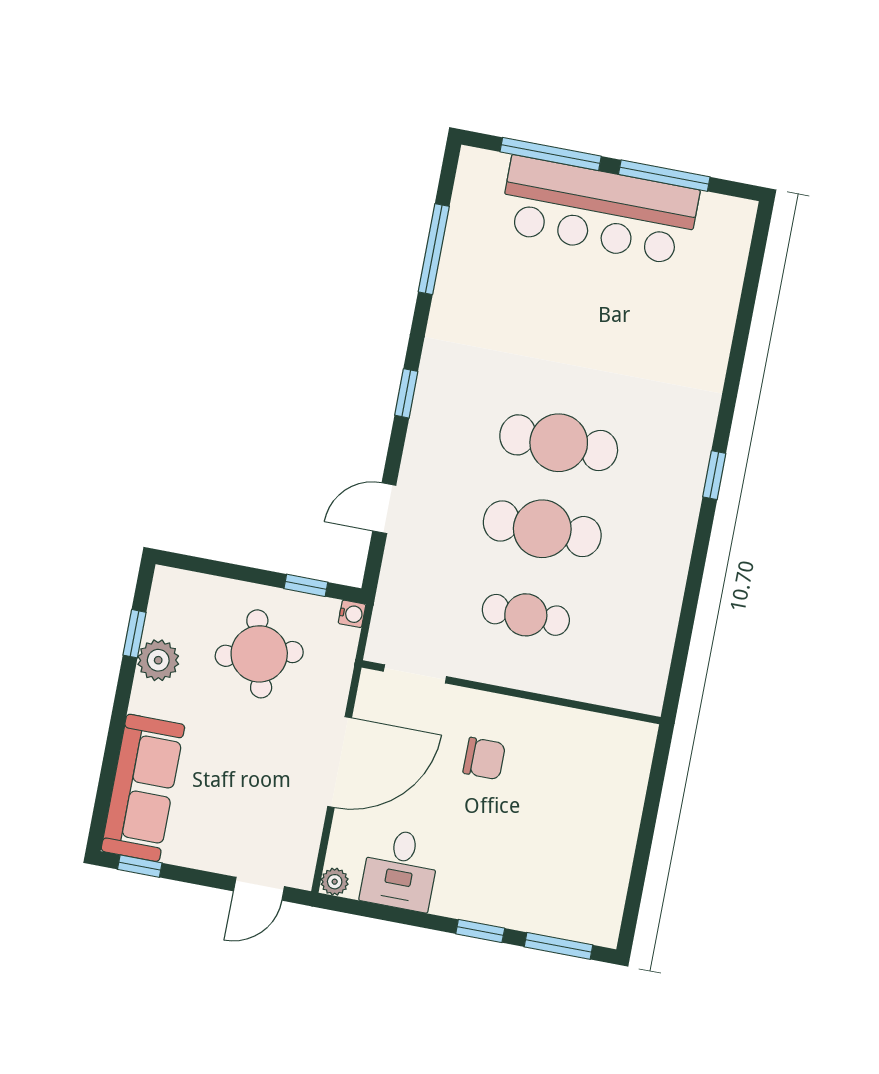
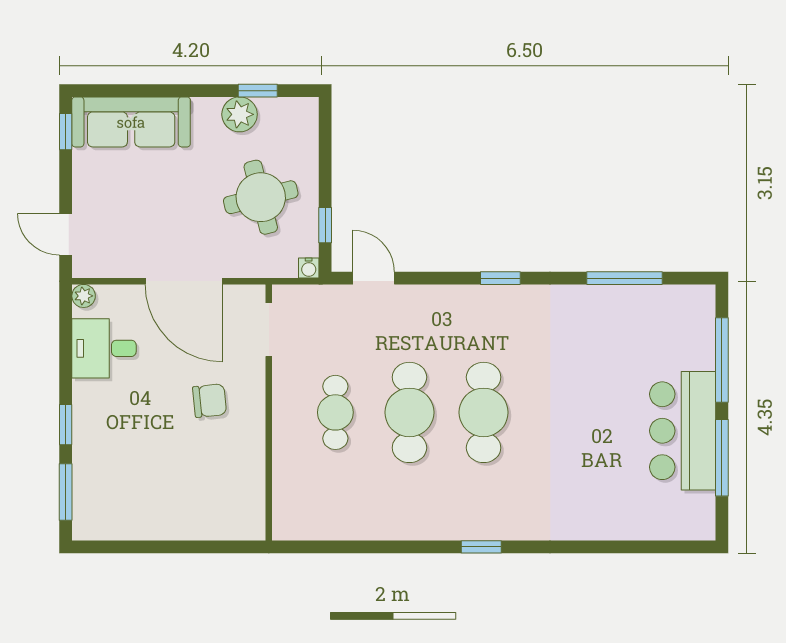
bar counter: (599, 211) -> (683, 431), width x0.73
door: (384, 508) -> (374, 278), moved
chair: (484, 759) -> (210, 401), turned -96

